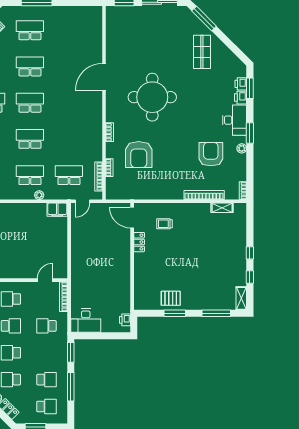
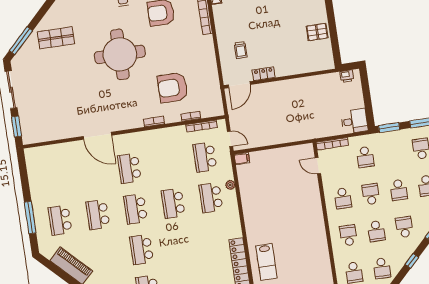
round table: (152, 97) -> (120, 54), moved
school desk: (69, 103) -> (129, 168), added
armchair: (139, 155) -> (173, 88), turned 180
filing cabinet: (57, 210) -> (242, 159), width x0.50
pallet: (171, 298) -> (317, 32), turned 90
window: (175, 313) -> (332, 25), removed
desk: (86, 321) -> (354, 121), width x0.73

